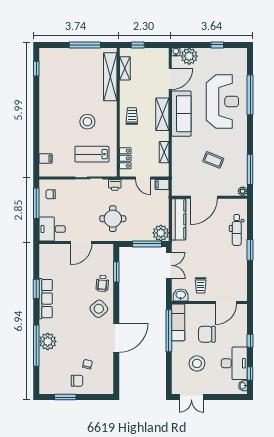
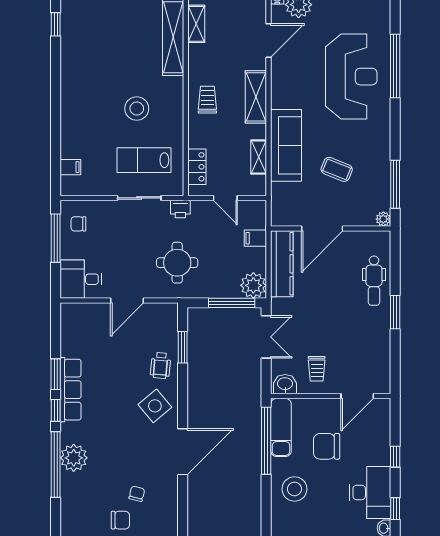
sofa: (181, 114) -> (286, 145), moved
filing cabinet: (162, 184) -> (255, 238), moved
window: (36, 312) -> (56, 410), added
stool: (197, 363) -> (294, 489), moved

